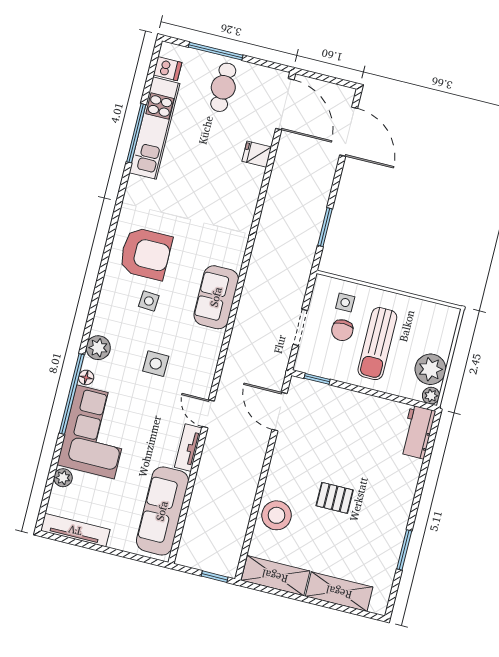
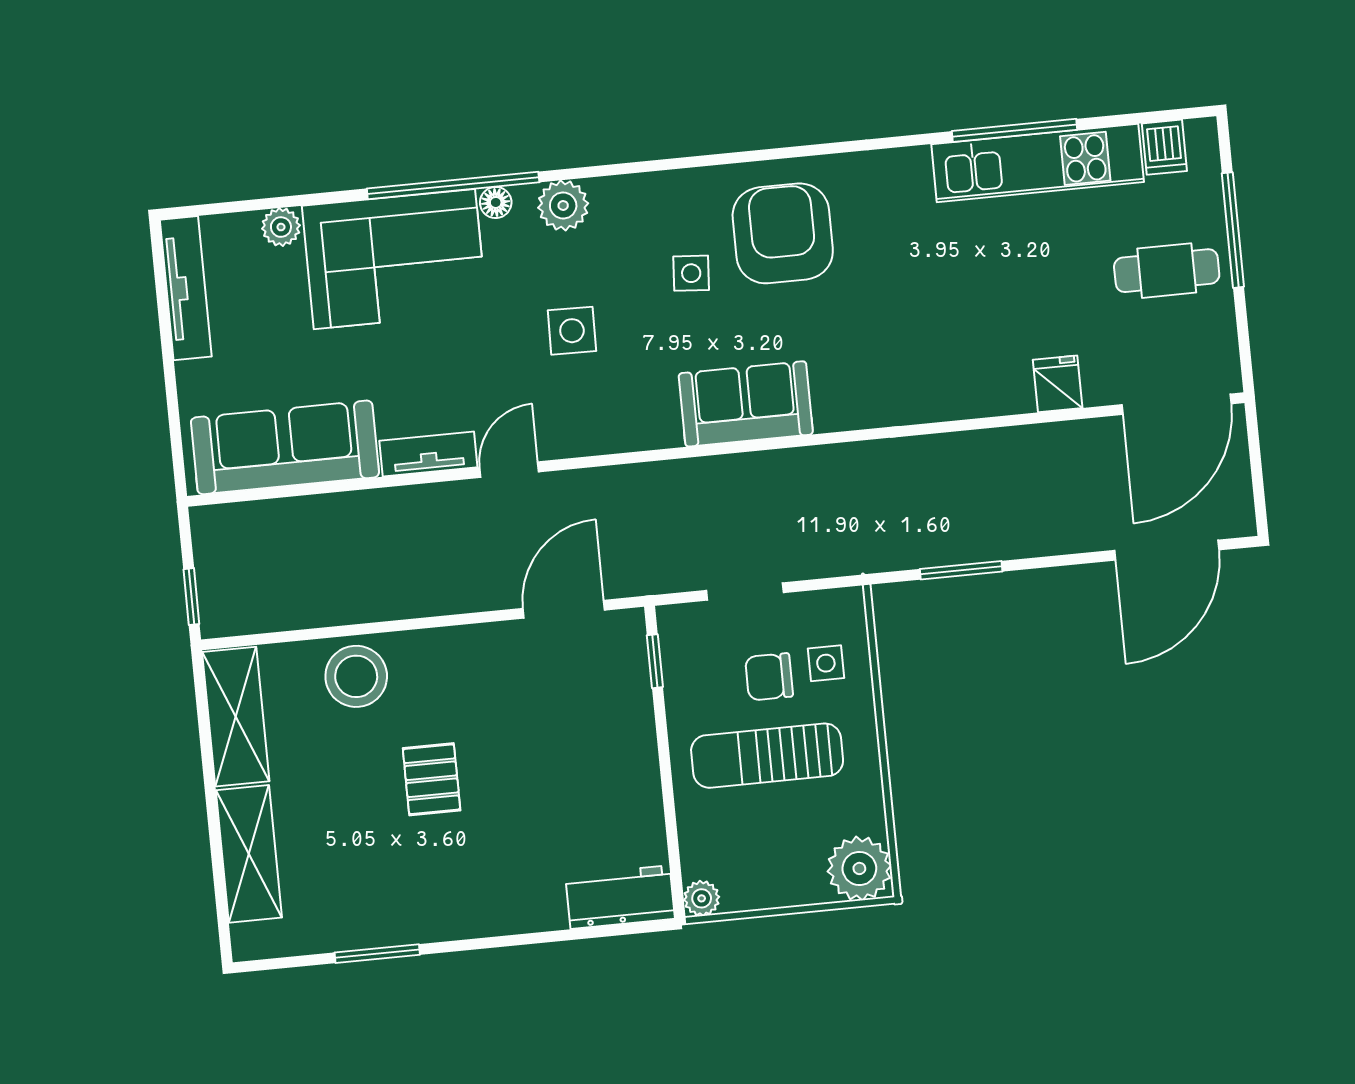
armchair: (146, 254) -> (783, 233), turned 180
plant: (430, 369) -> (859, 868), moved

